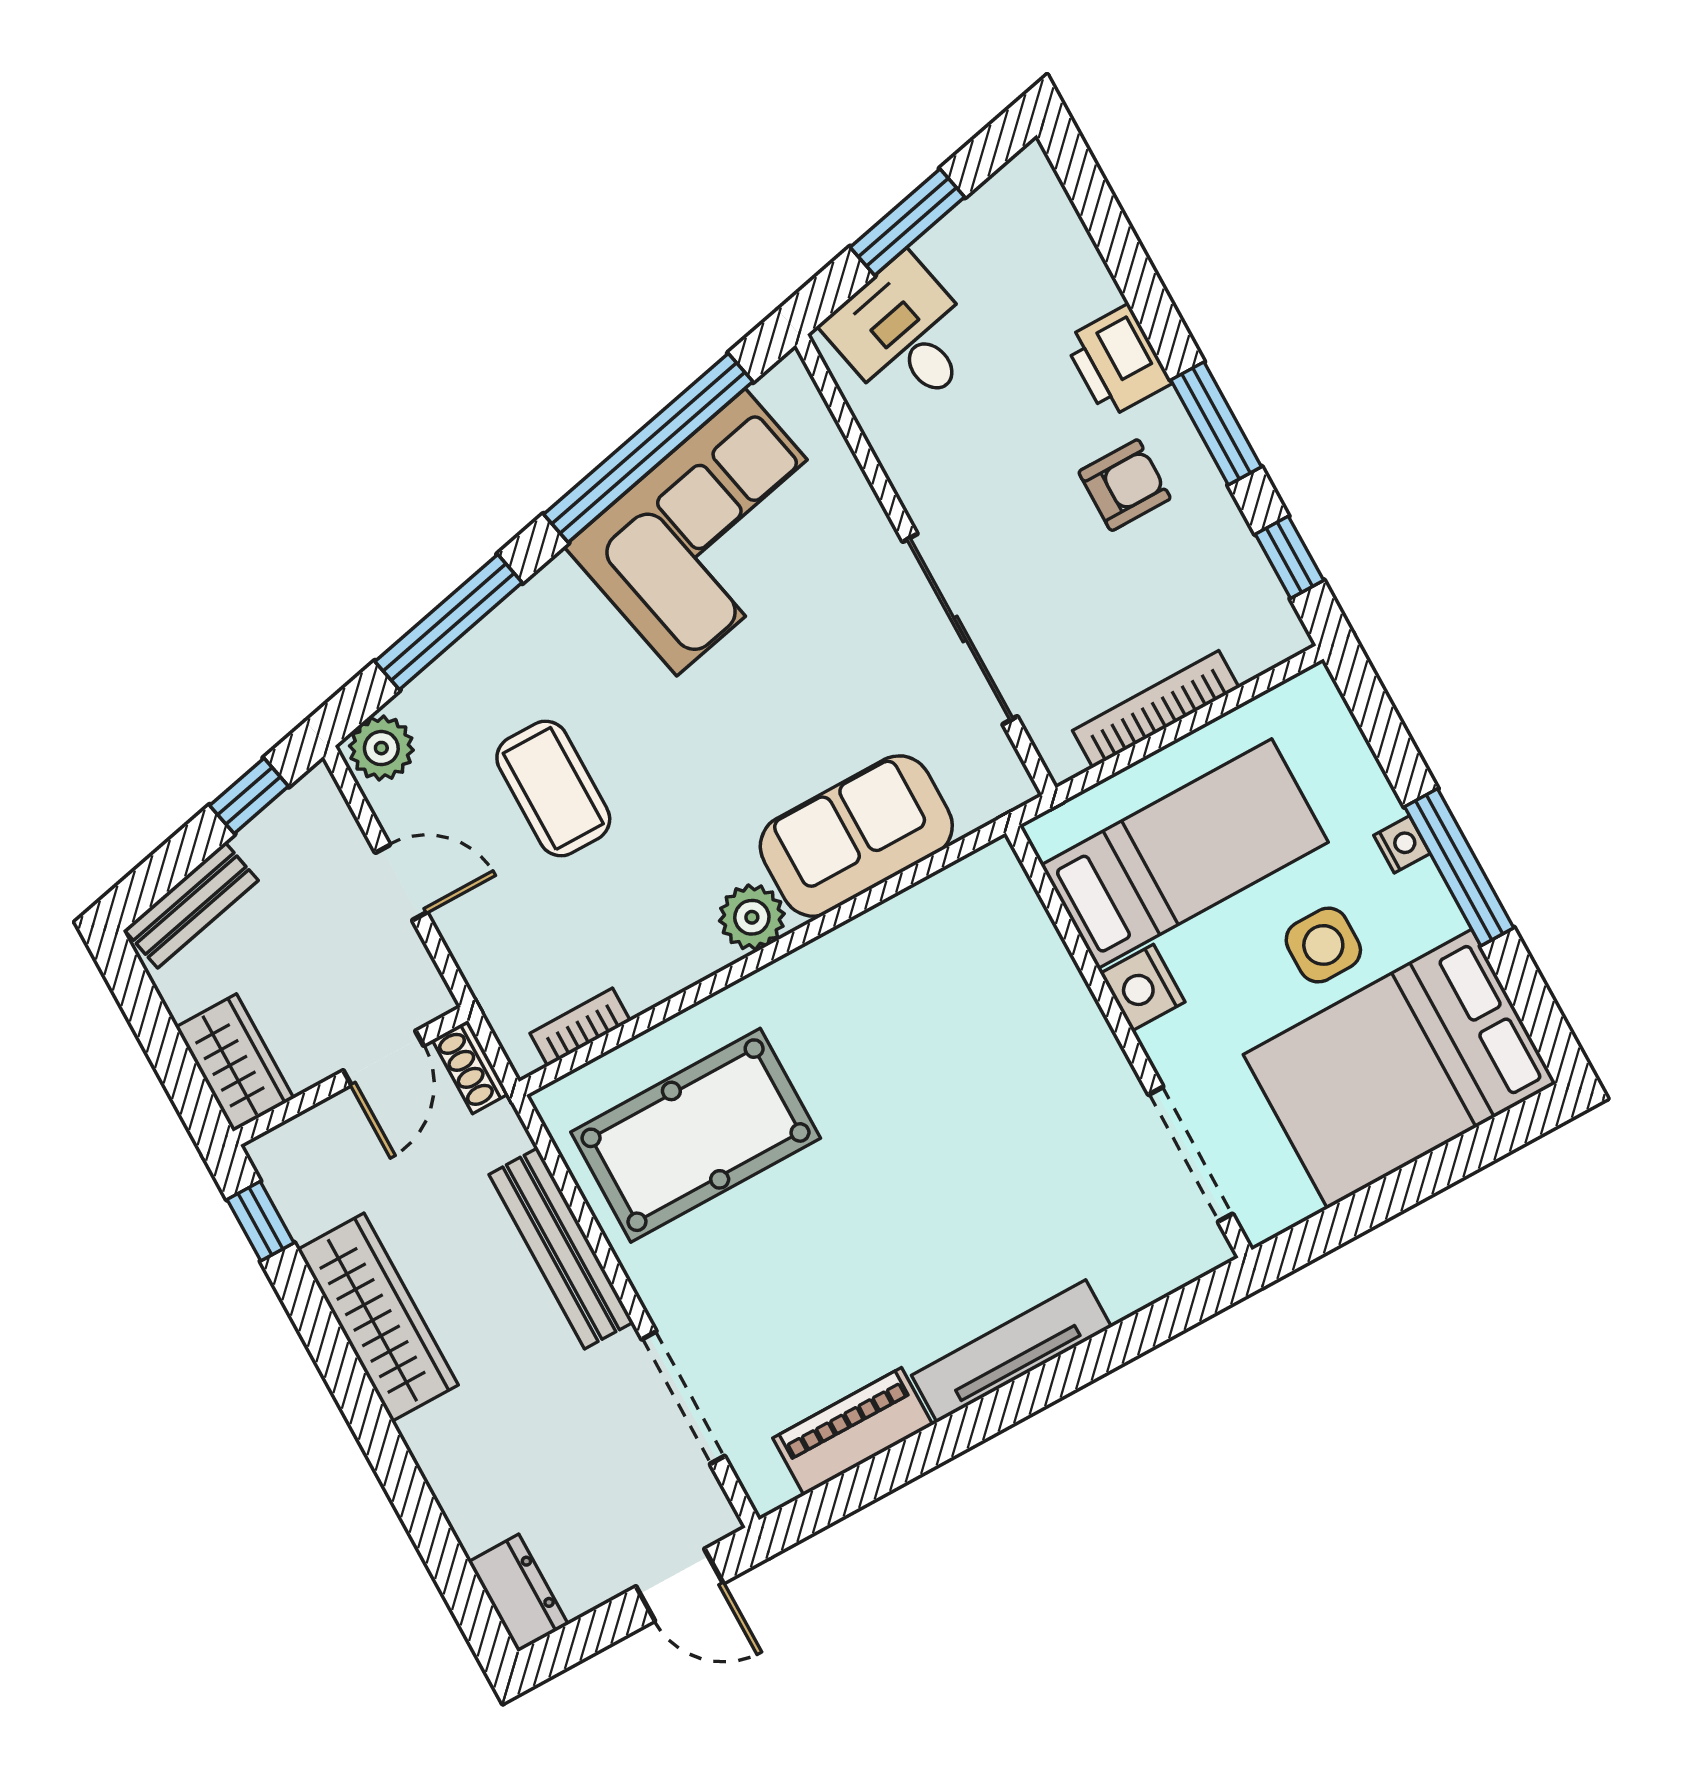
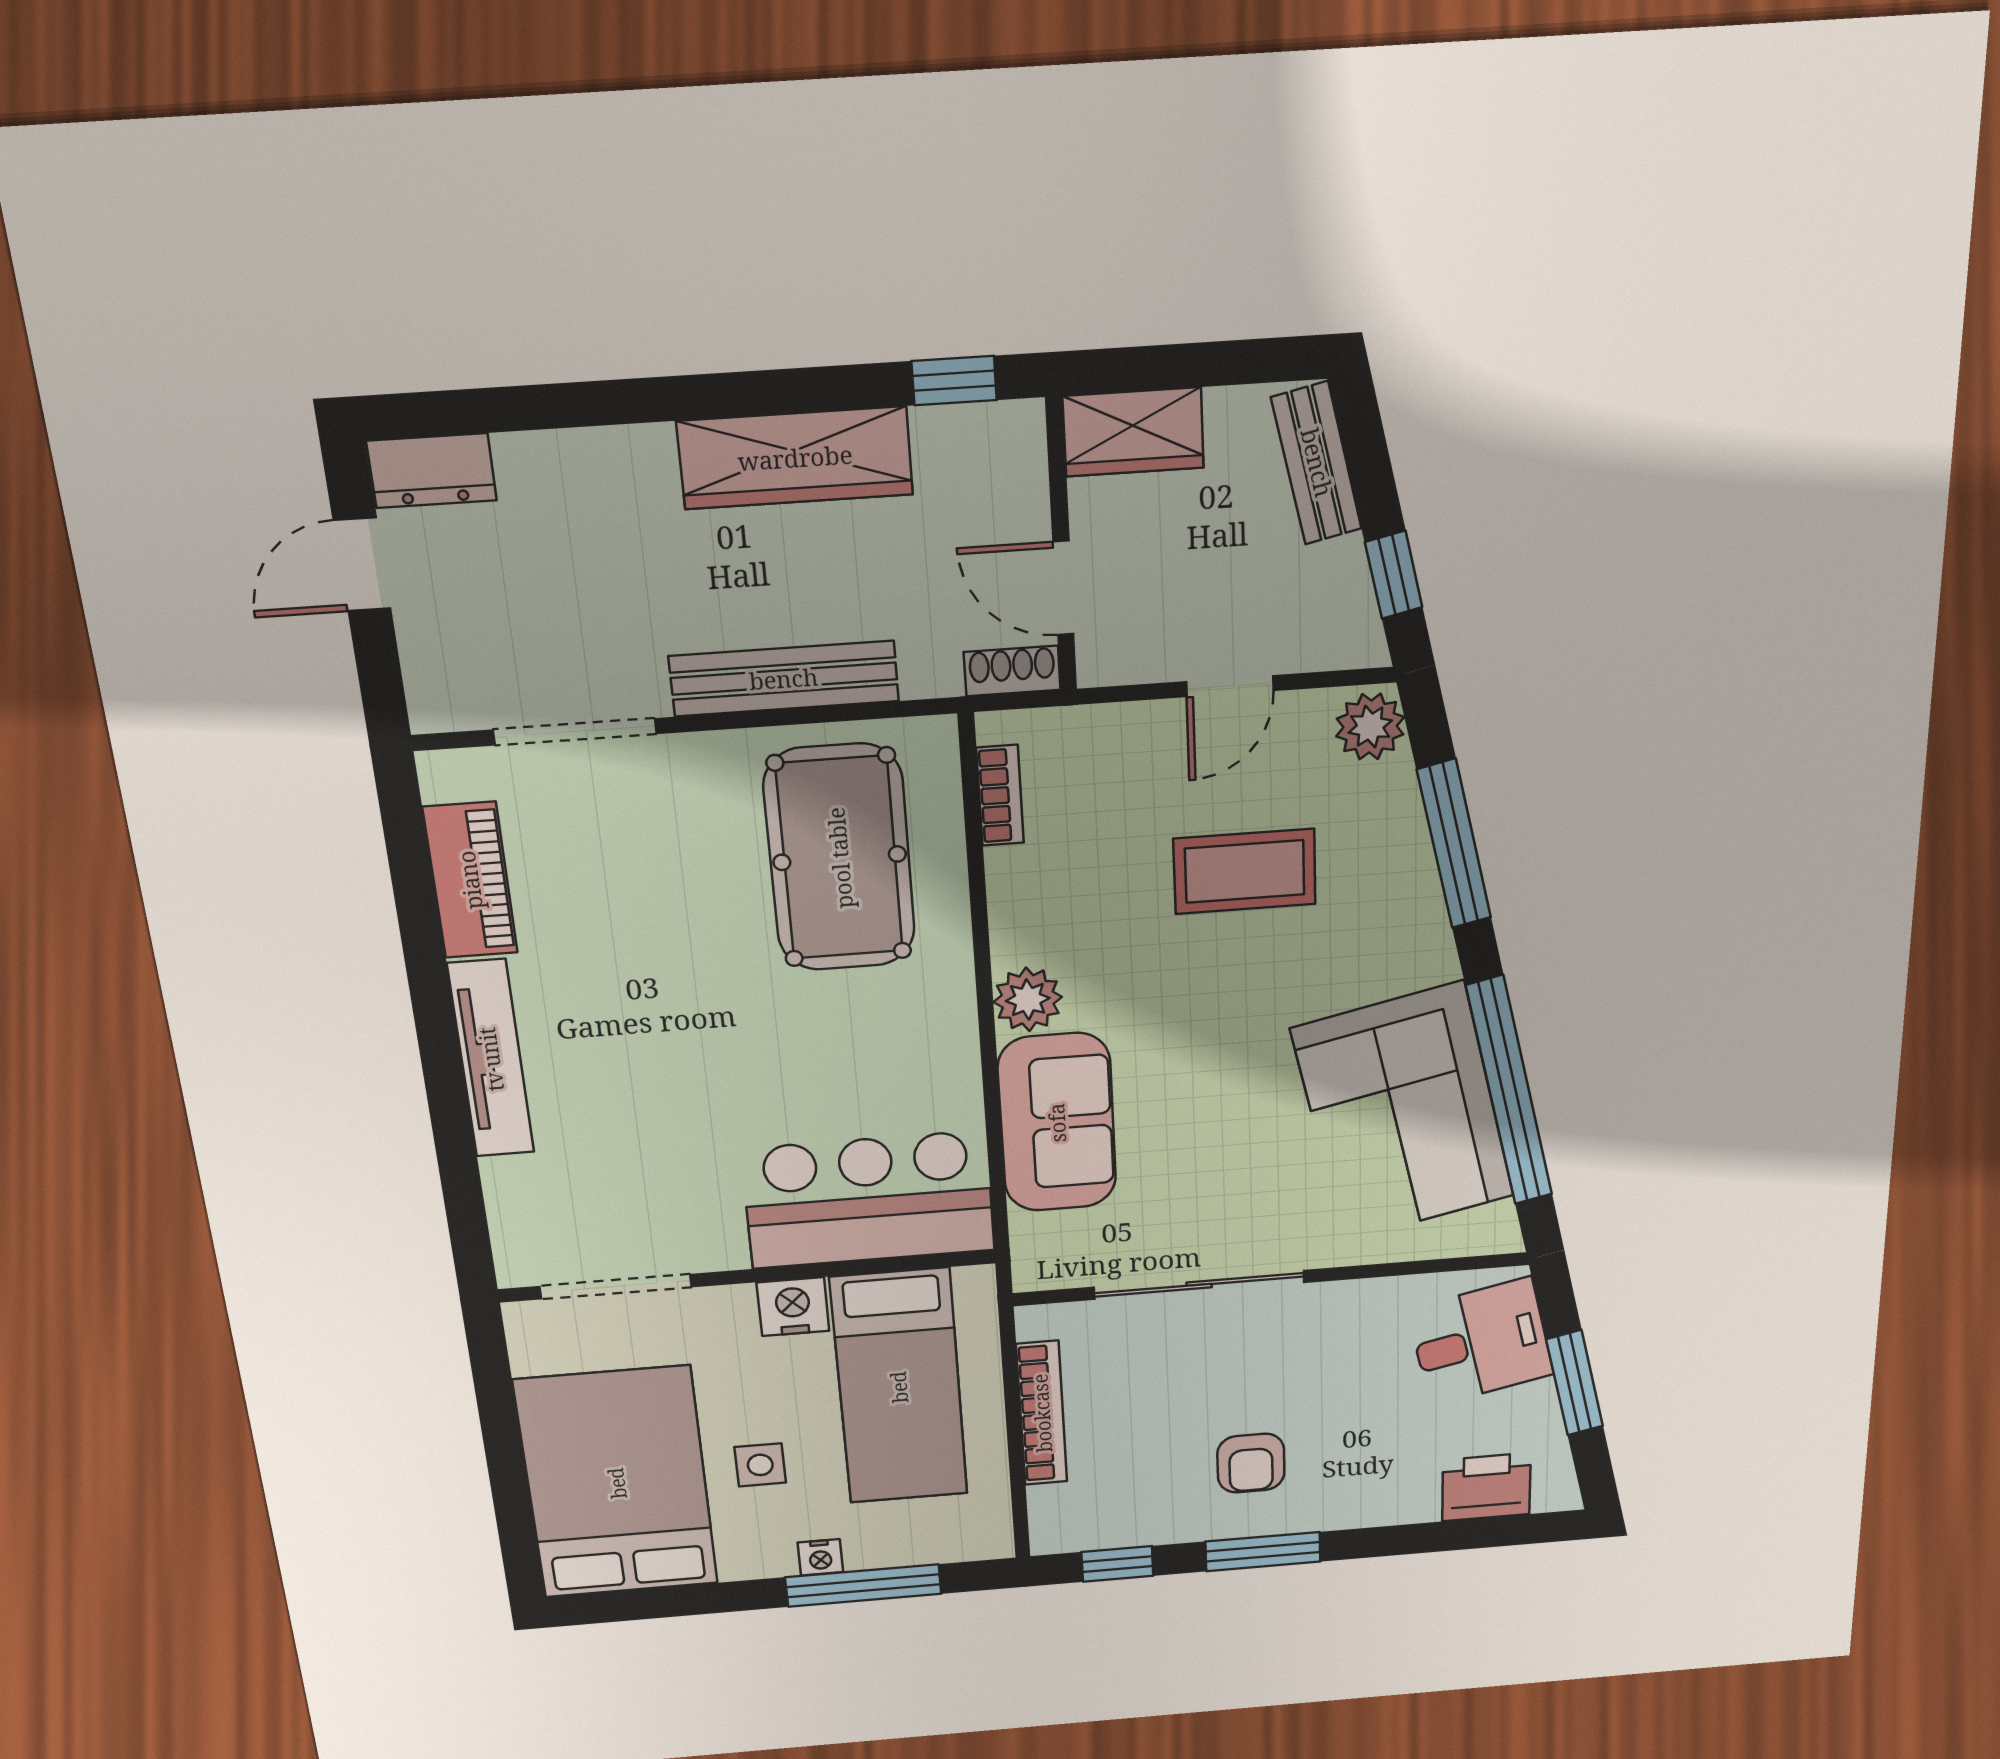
printer: (1118, 361) -> (1486, 1487), moved
window: (1459, 867) -> (863, 1586), moved
side table: (1323, 945) -> (760, 1465), width x0.73, depth x0.73
bar counter: (1005, 968) -> (869, 1200), added
door: (680, 1585) -> (362, 565), moved

